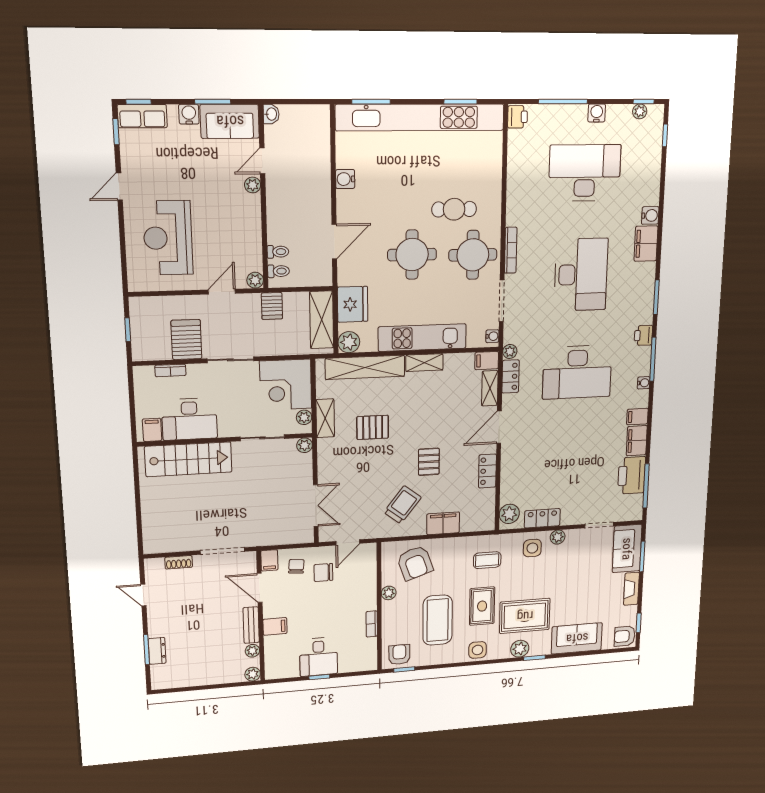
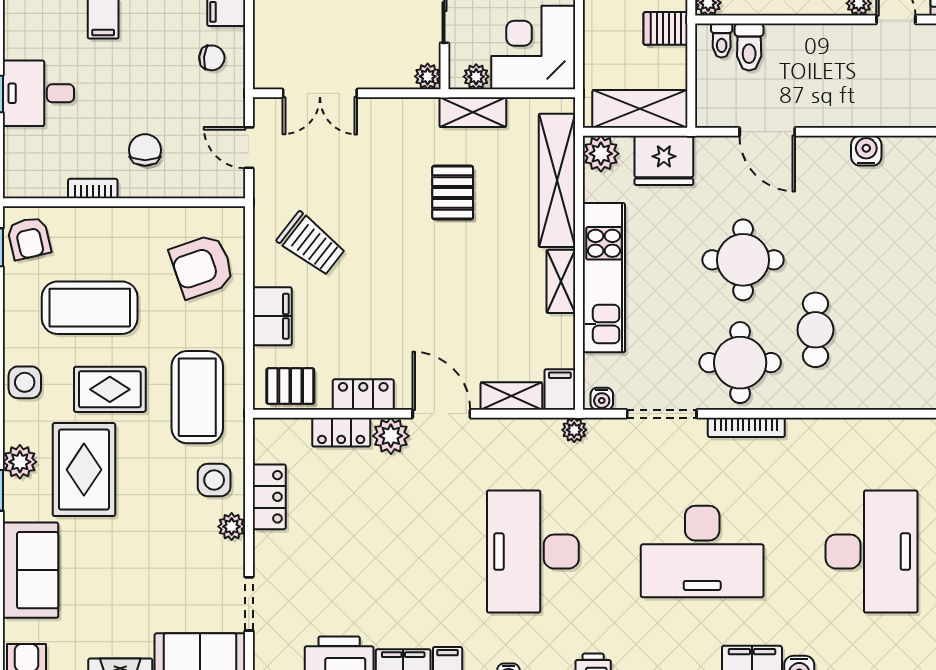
toilet: (278, 252) -> (749, 47), width x1.37, depth x1.39
locker: (511, 376) -> (341, 432), moved
pallet: (429, 462) -> (290, 386), moved
plant: (509, 514) -> (391, 436), moved
coffee table: (487, 560) -> (197, 397), width x1.86, depth x1.72
chair: (323, 572) -> (145, 150), moved
plant: (389, 593) -> (149, 219), removed
armchair: (399, 655) -> (29, 238), turned 77

